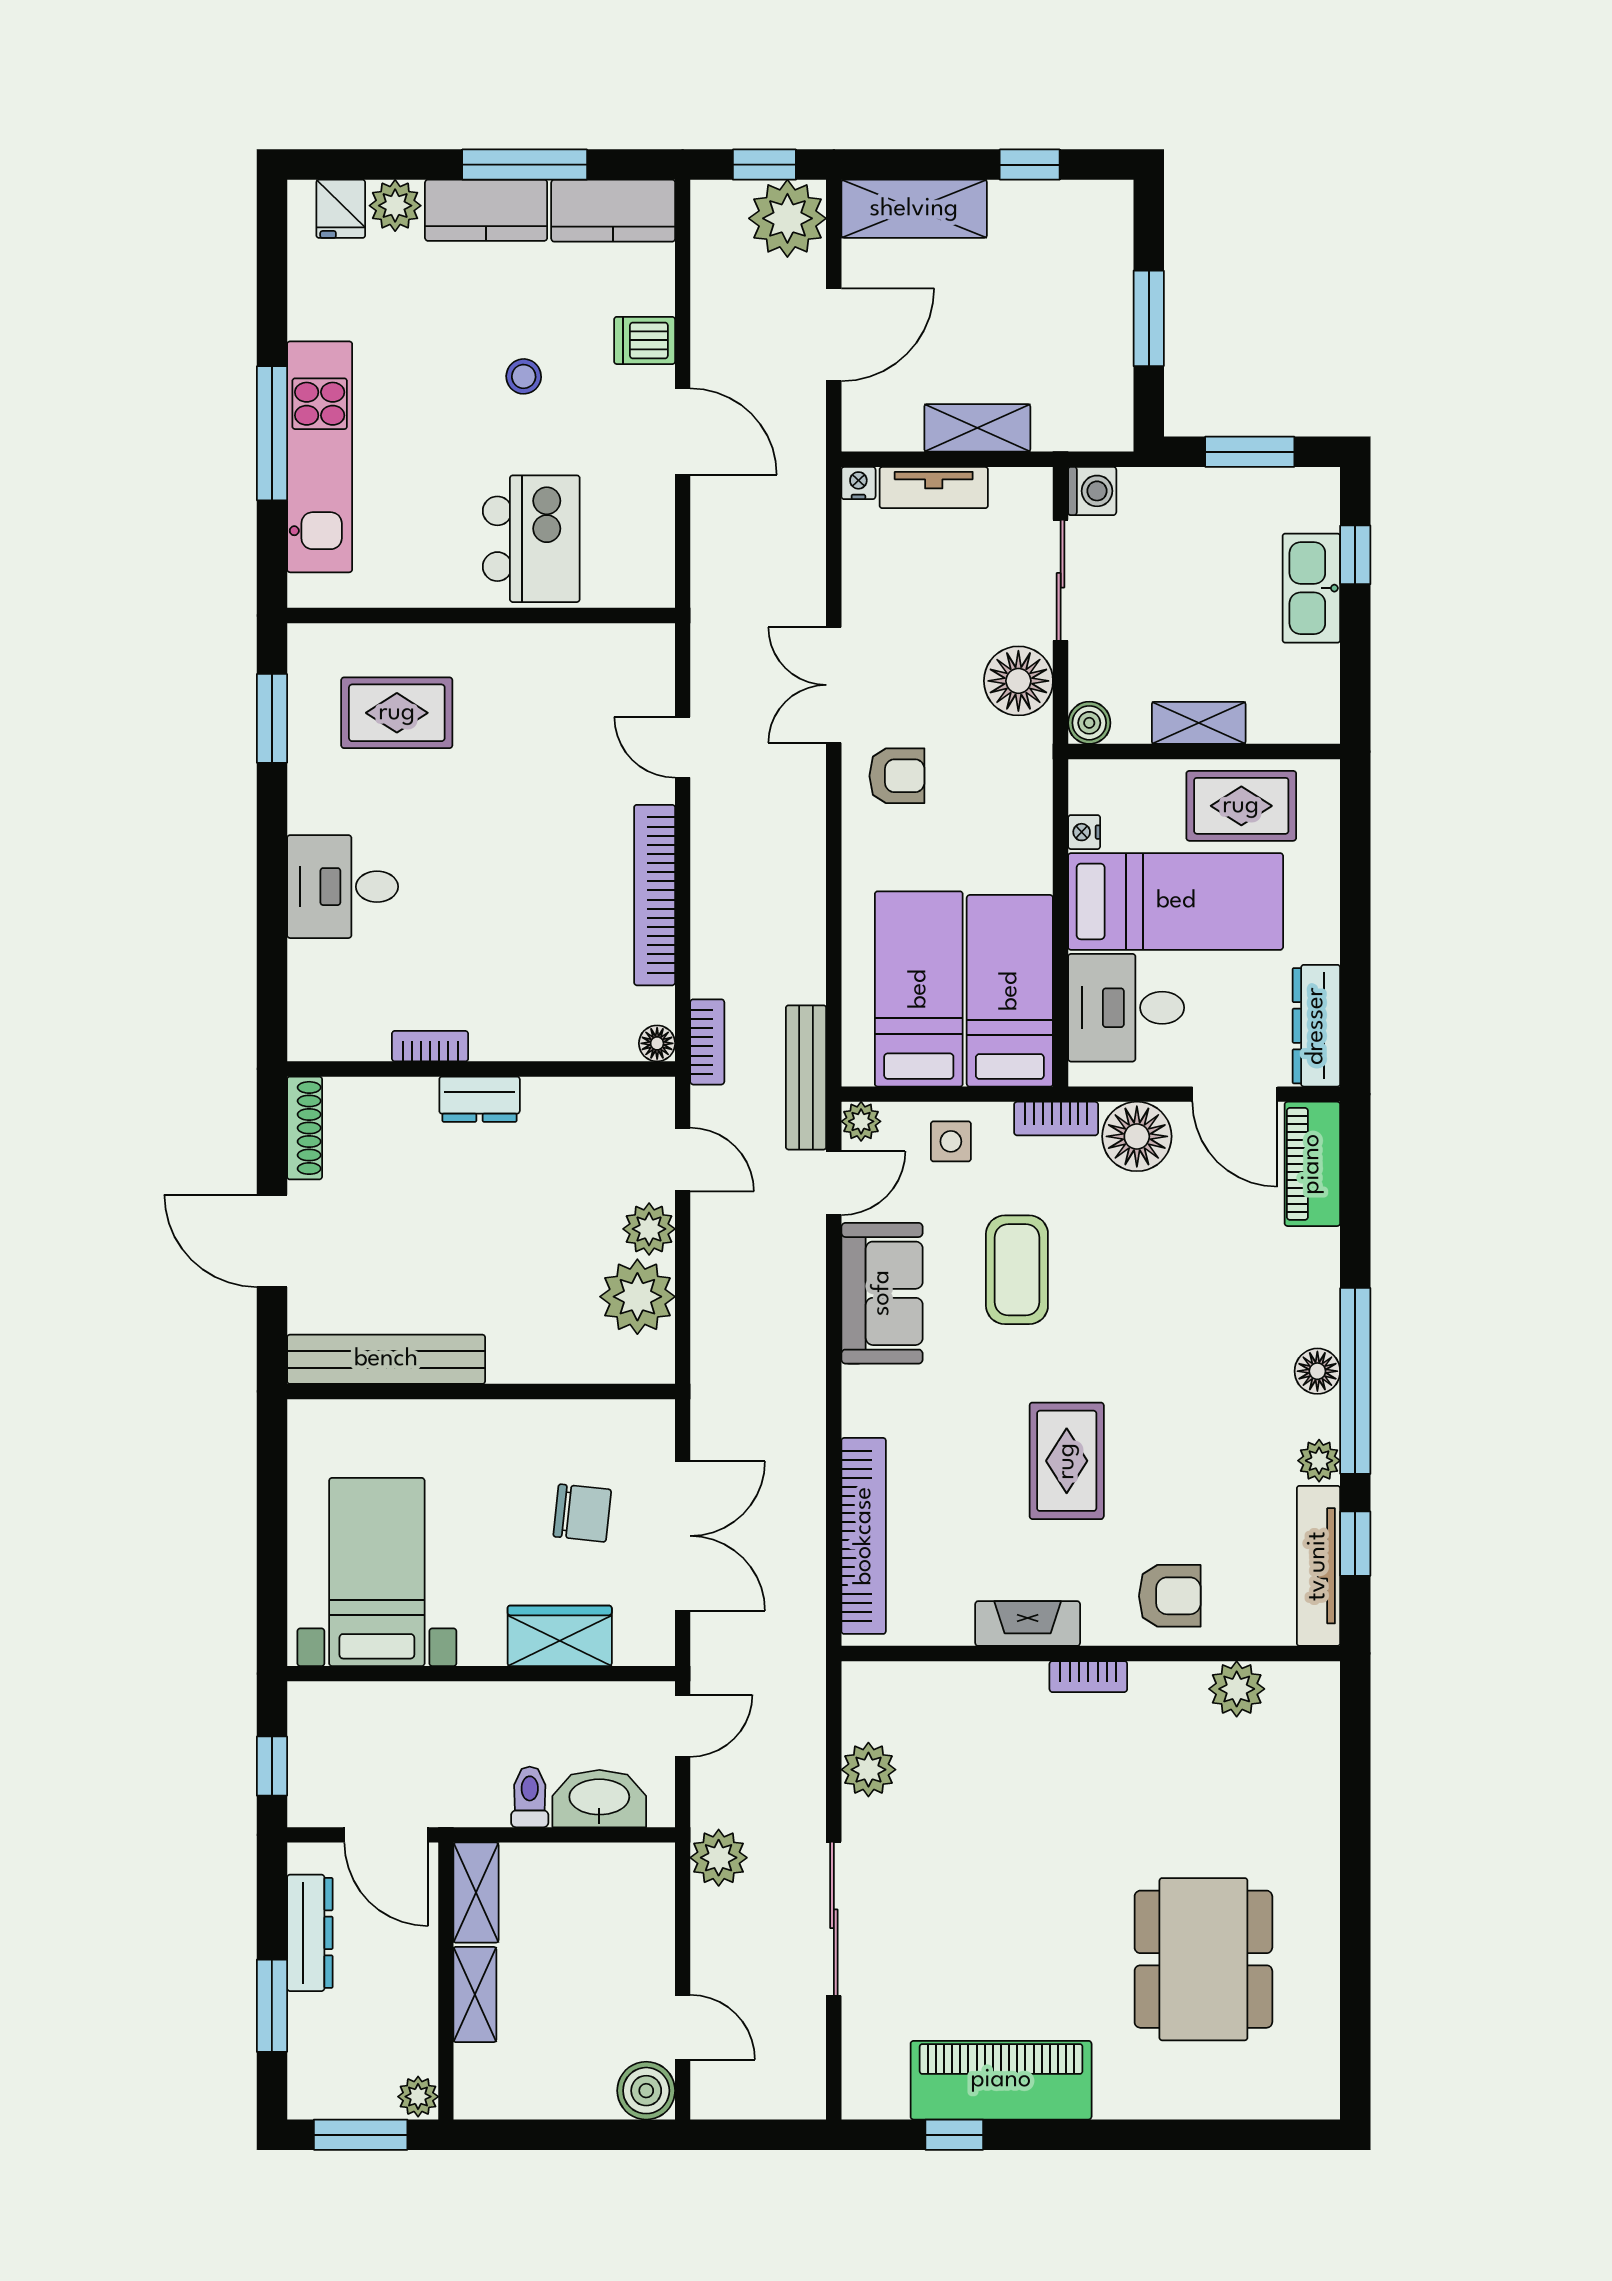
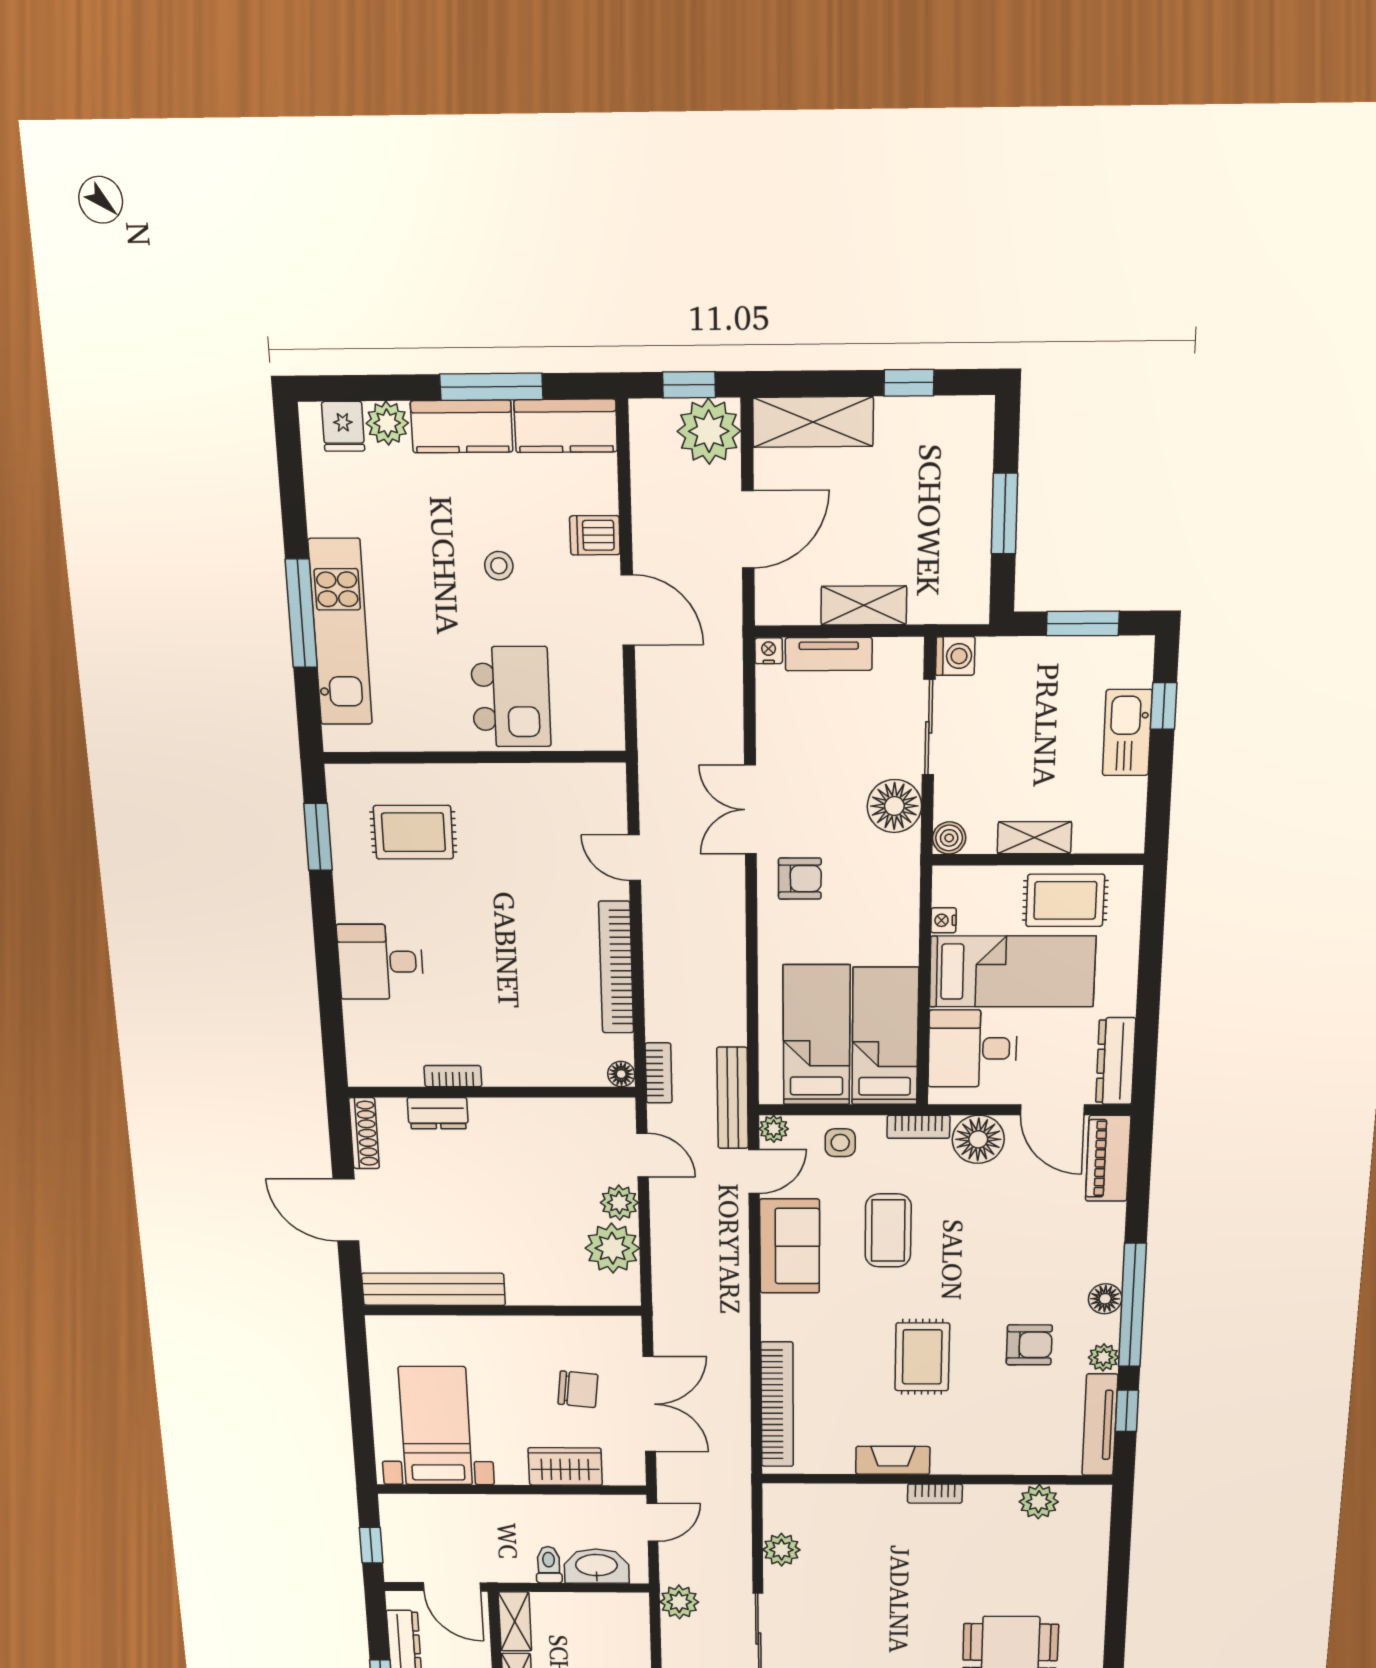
dresser: (480, 1099) -> (438, 1113), moved
armchair: (1170, 1596) -> (1029, 1345), moved

